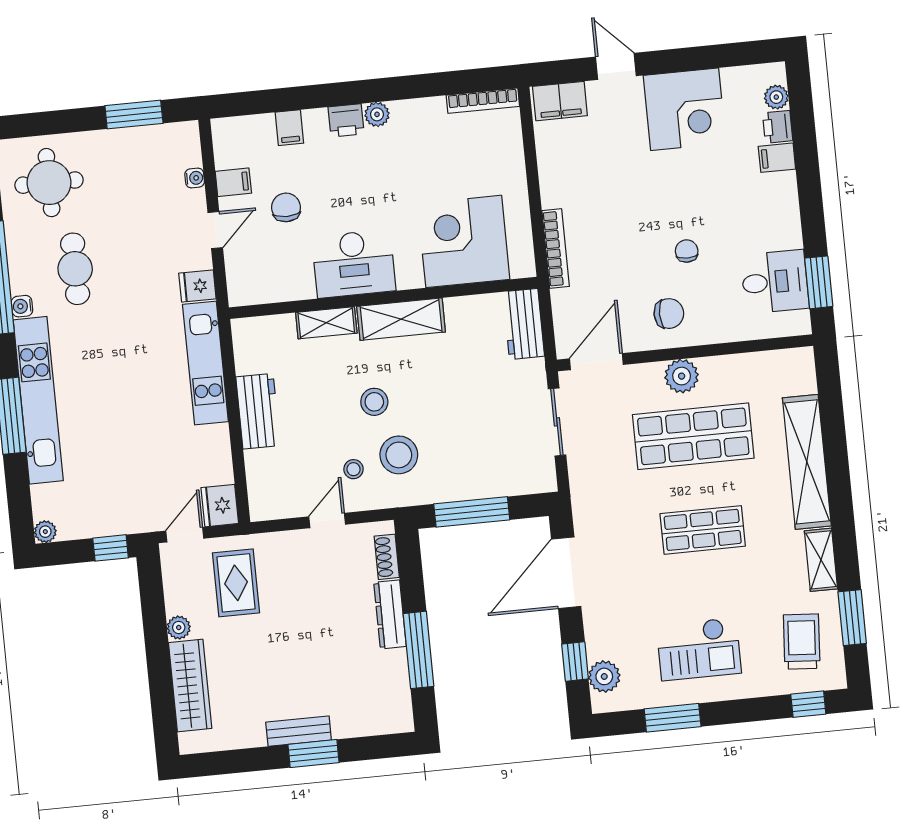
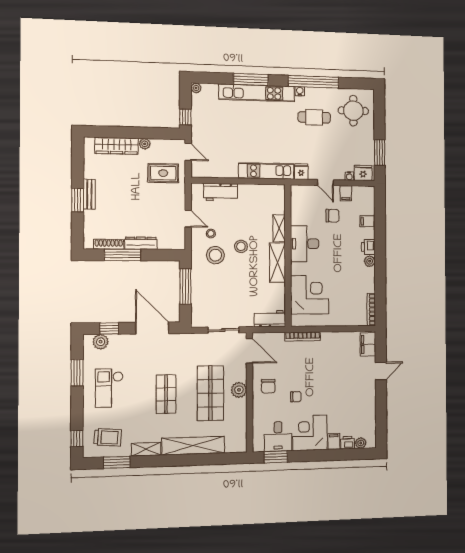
corner desk: (685, 109) -> (310, 433), moved, turned 90
workbench: (258, 411) -> (221, 192), moved
fridge: (220, 506) -> (363, 173), moved
shoe rack: (387, 557) -> (109, 244), moved, width x1.43

